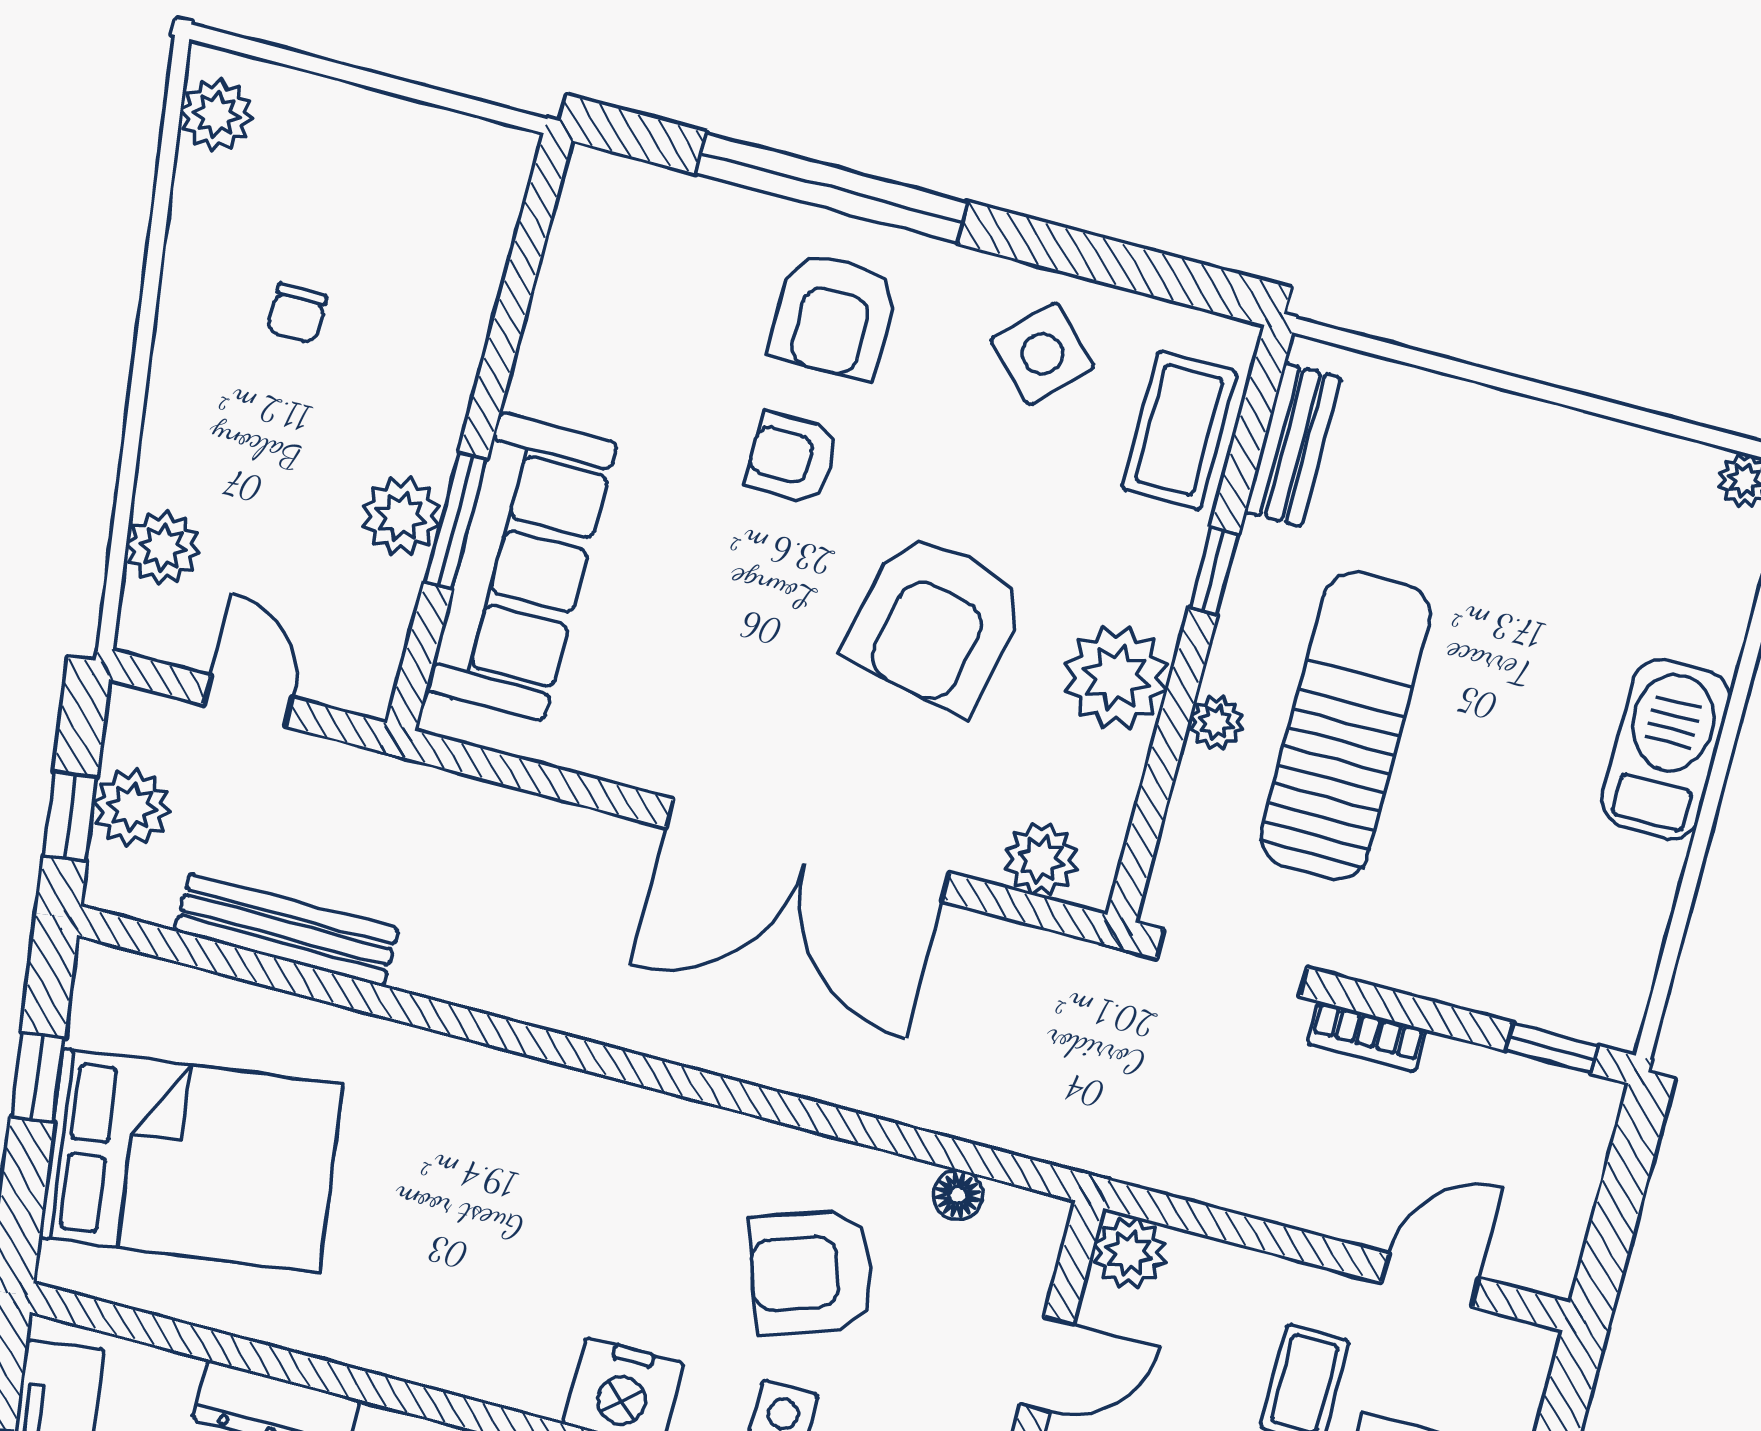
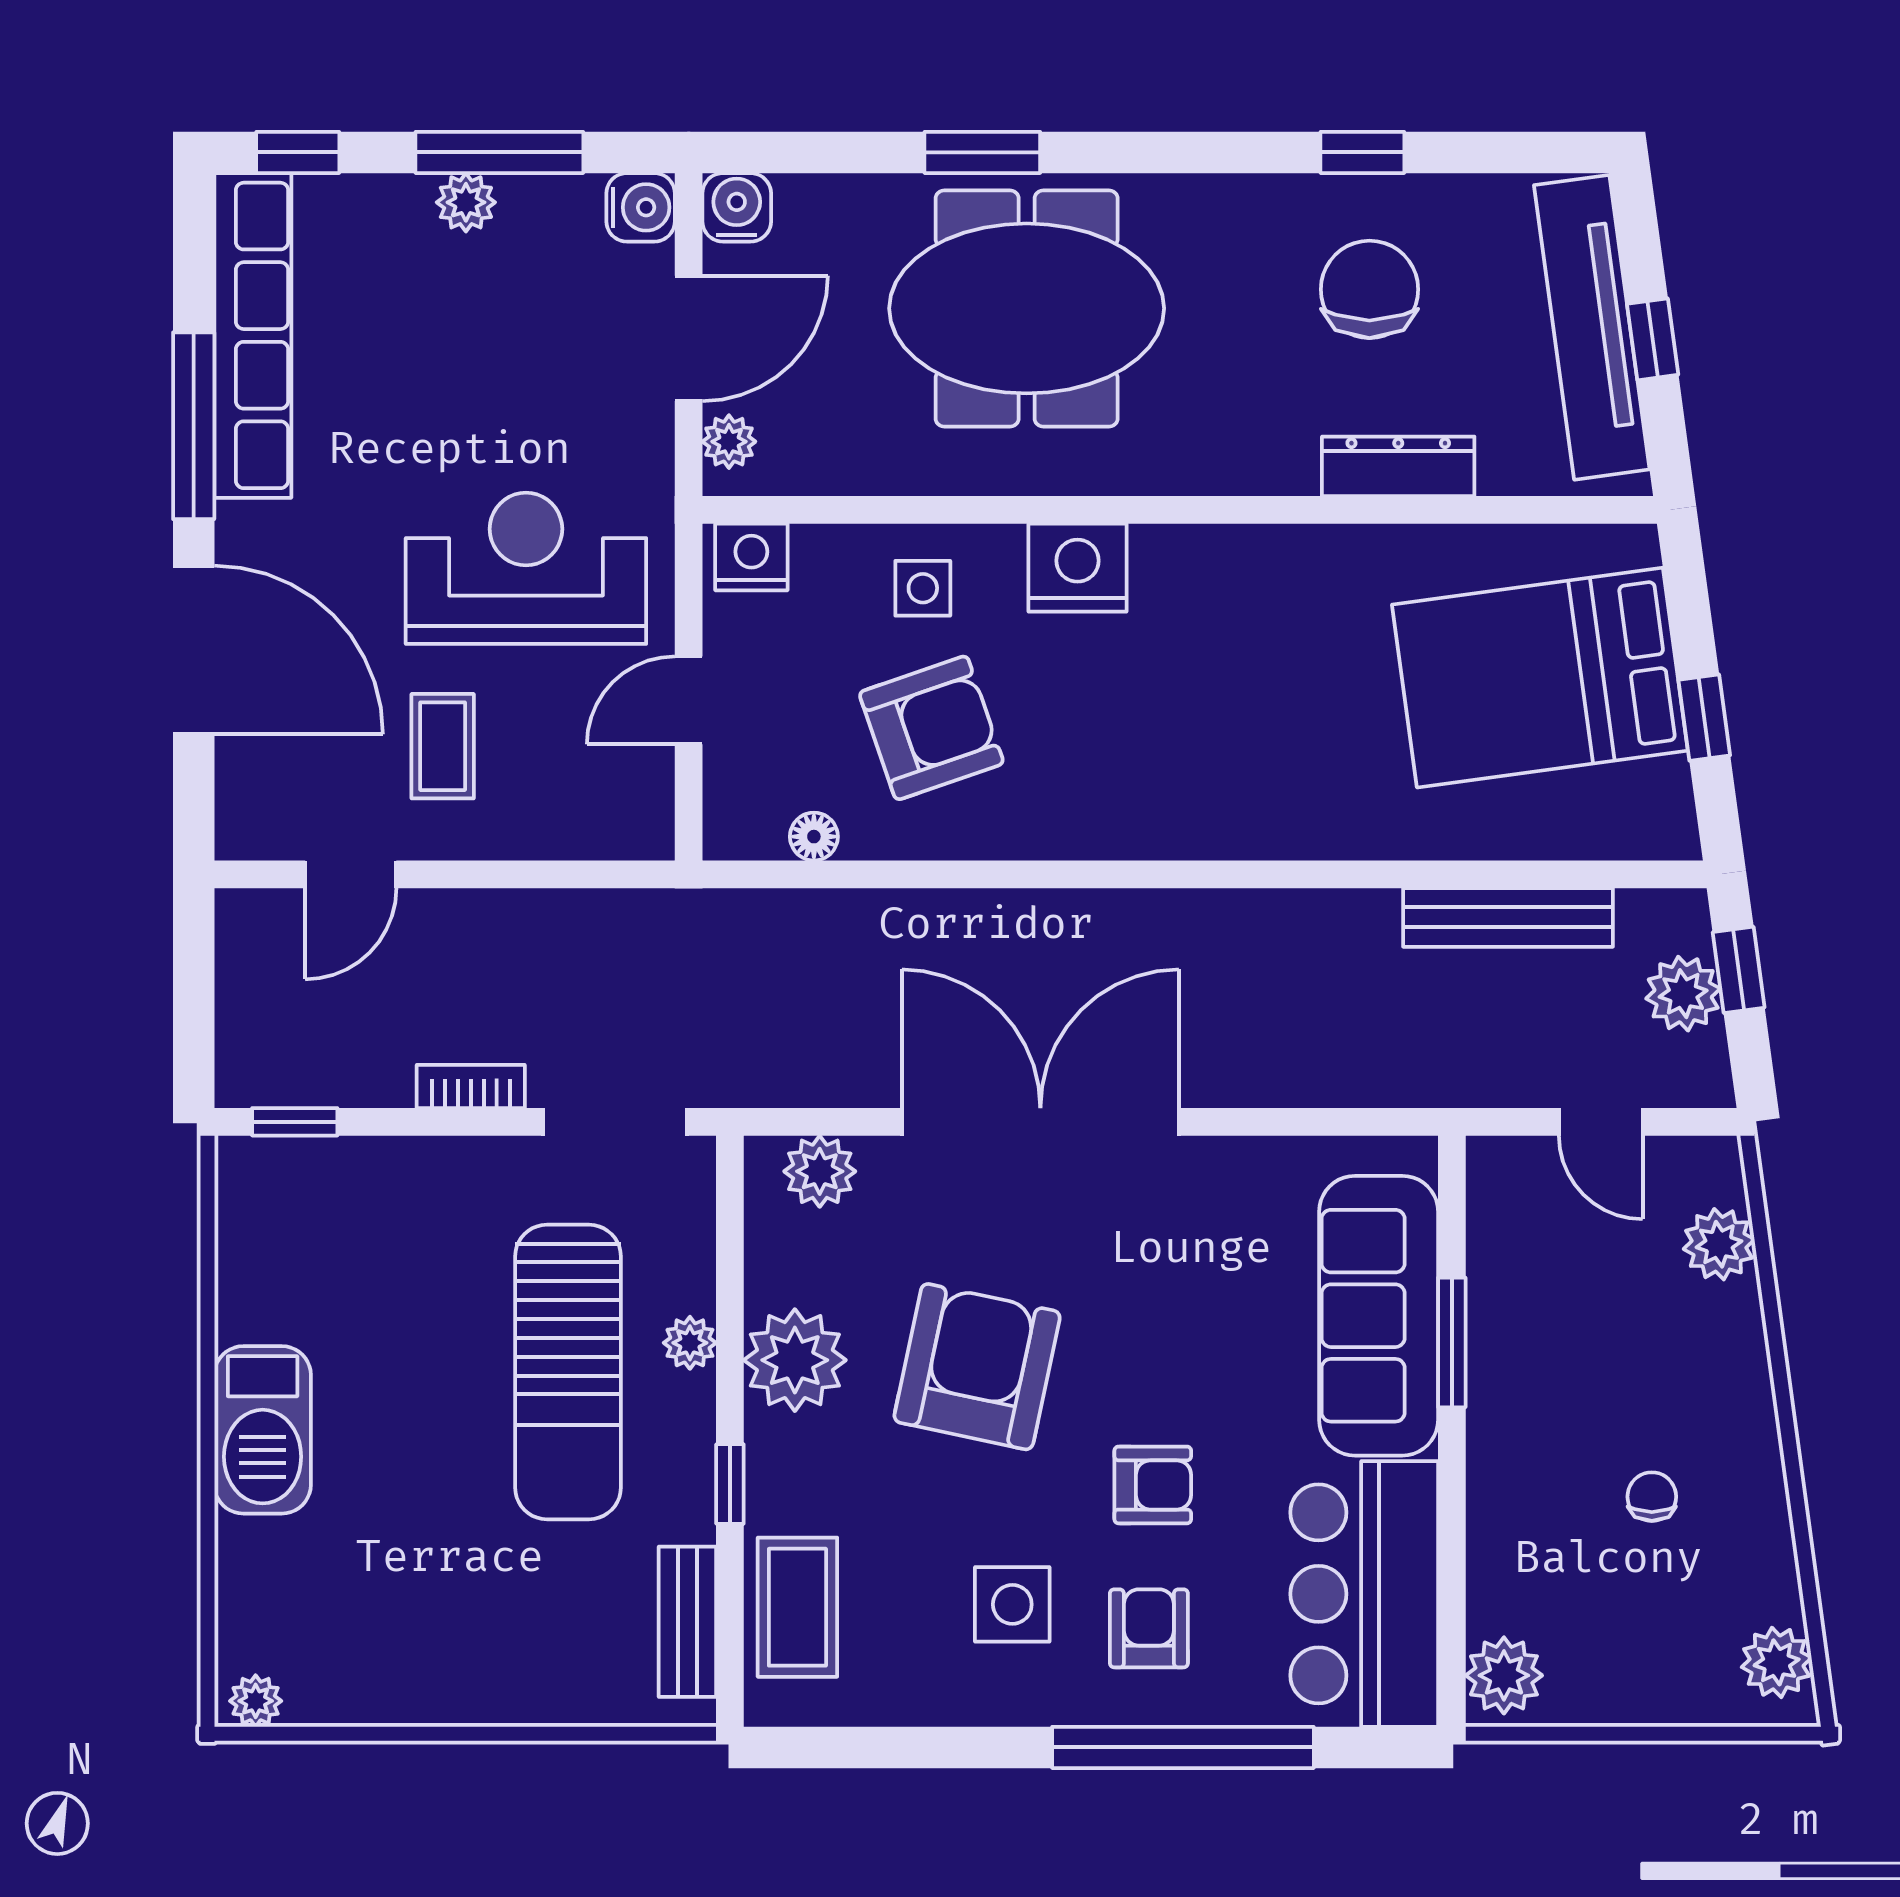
bar counter: (610, 293) -> (1364, 1594), added
armchair: (834, 316) -> (1149, 1628), width x0.72, depth x0.72
side table: (1042, 353) -> (1012, 1604), moved, turned 45
plant: (401, 516) -> (1504, 1675), moved
plant: (1129, 1253) -> (639, 825), removed

